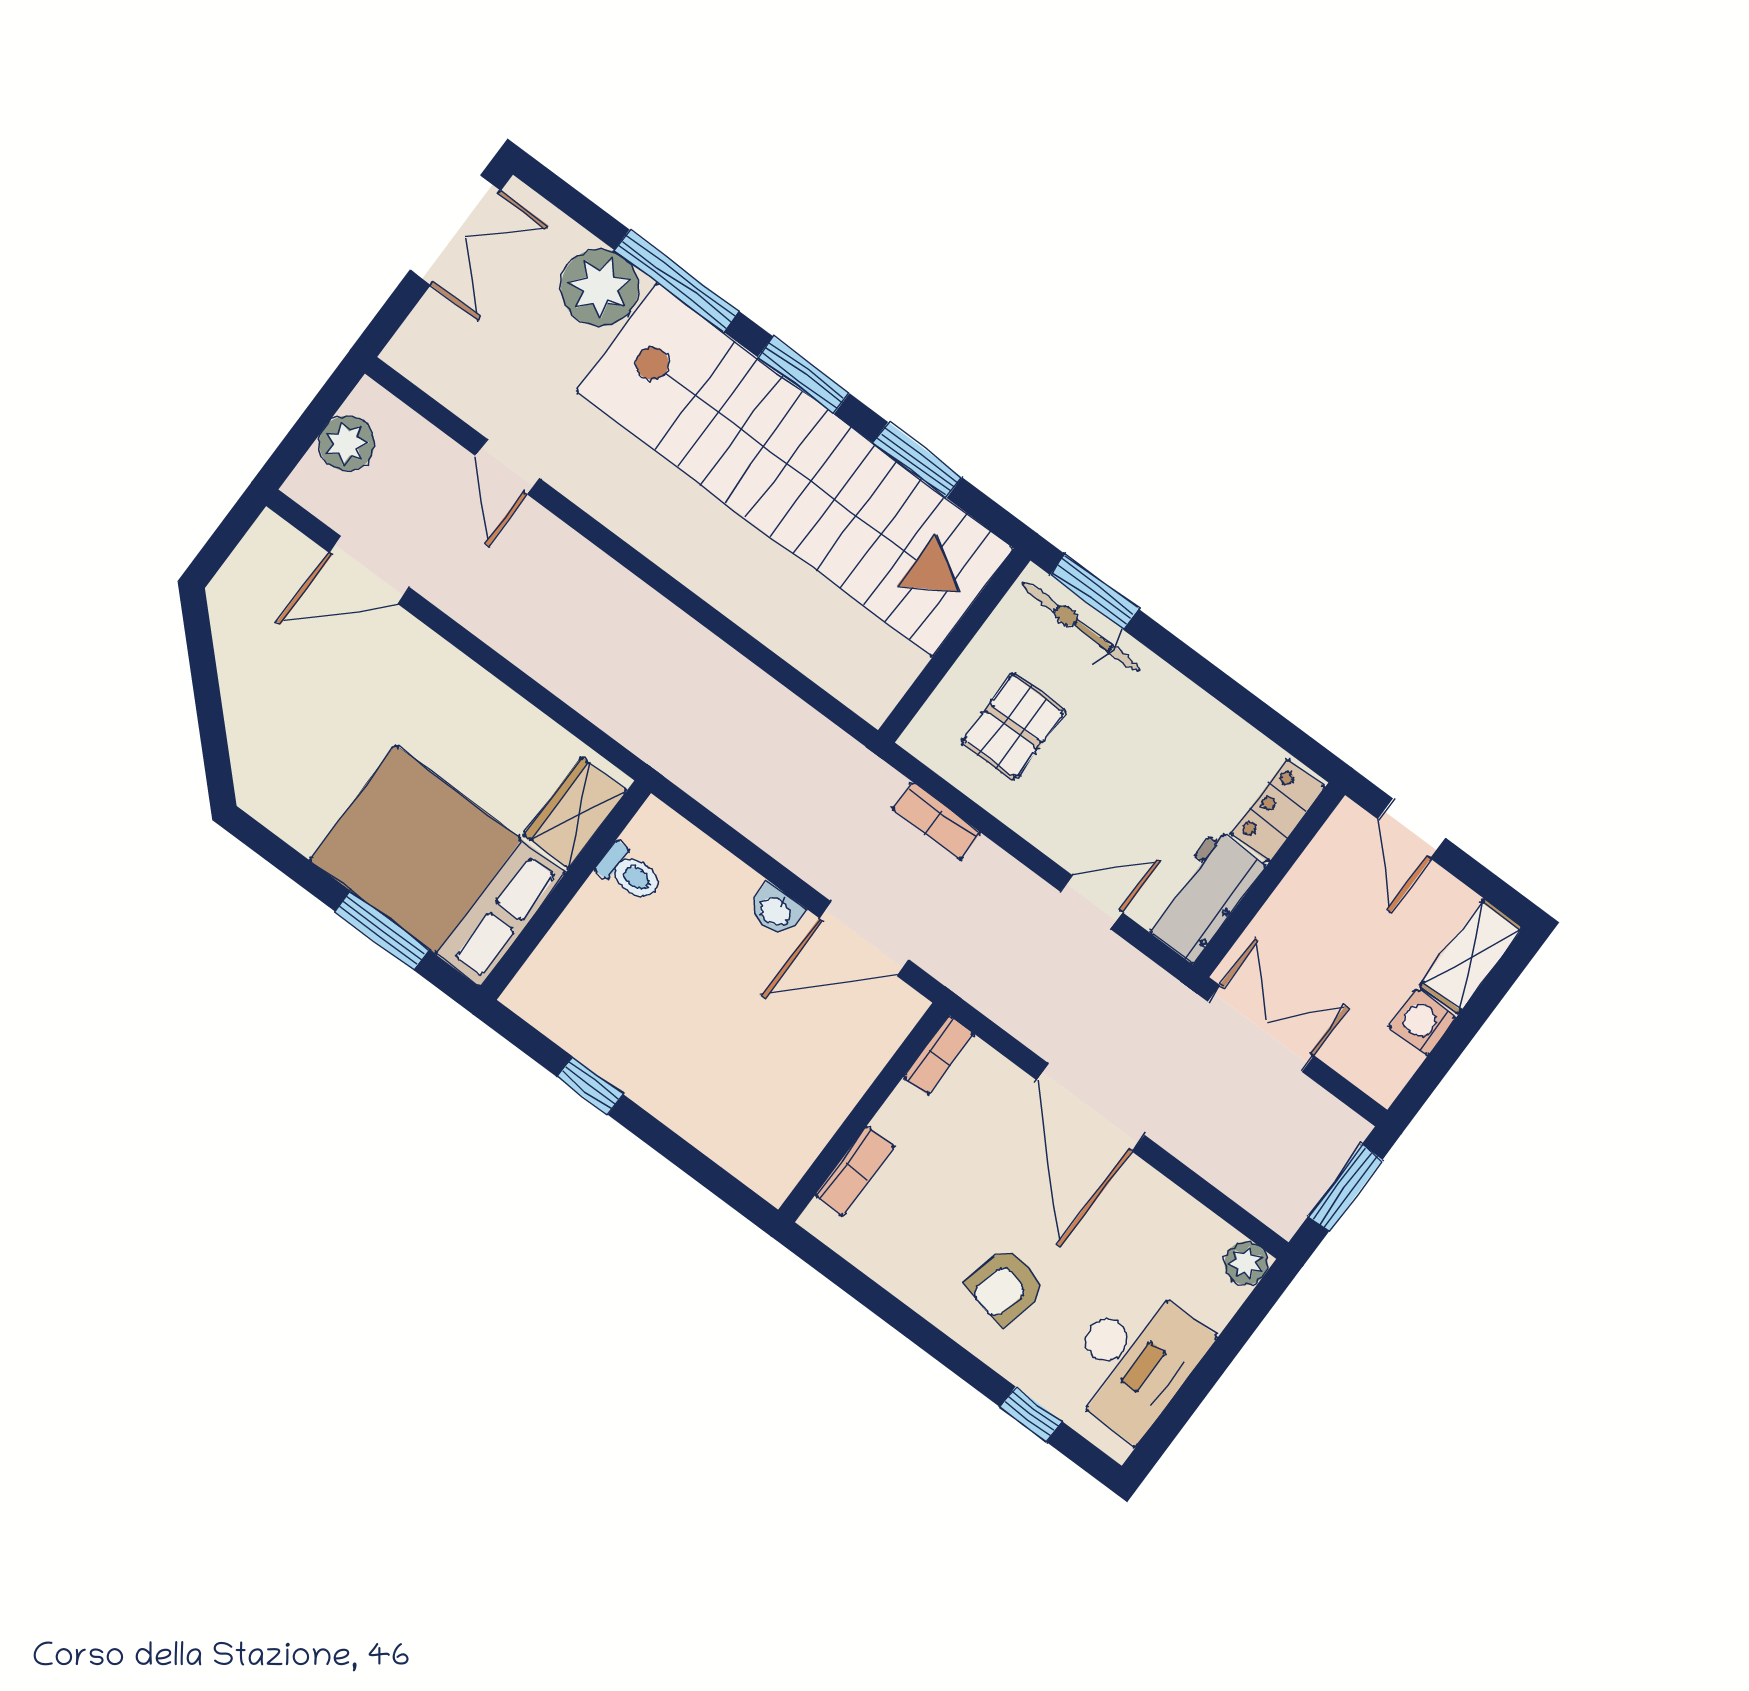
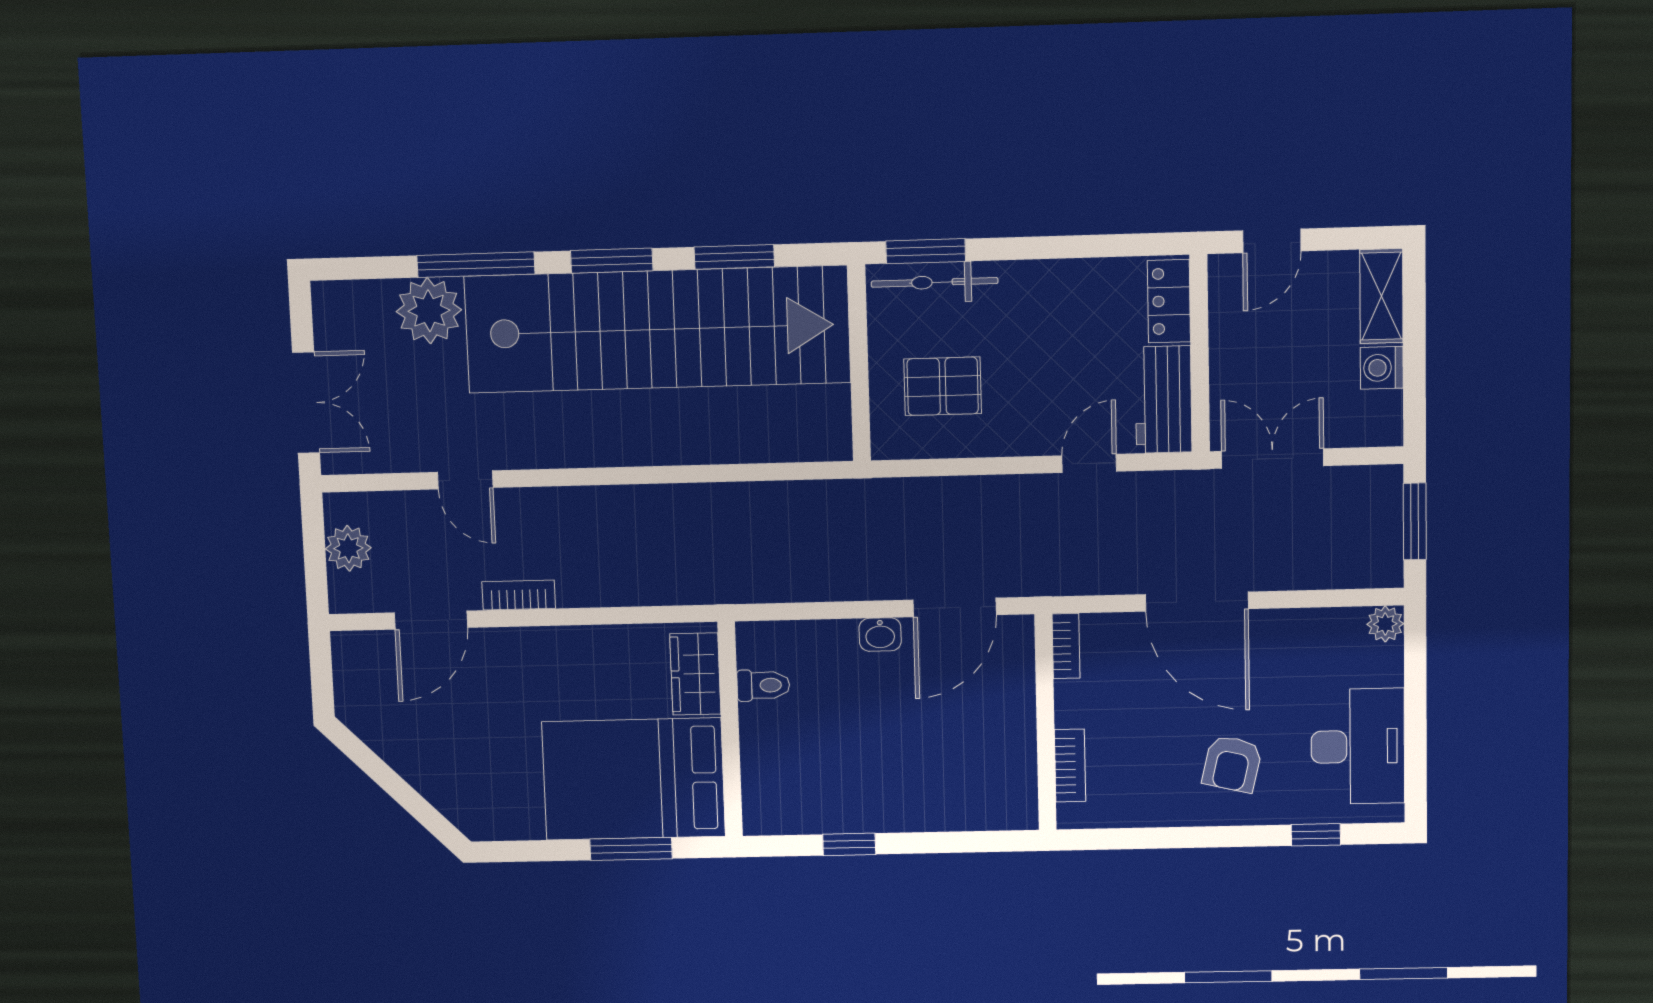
double door: (456, 230) -> (306, 403), moved
pallet: (1014, 726) -> (943, 386), turned 90
bookcase: (937, 821) -> (519, 595), moved, turned 180
door: (1412, 829) -> (1272, 241), hinge flipped

